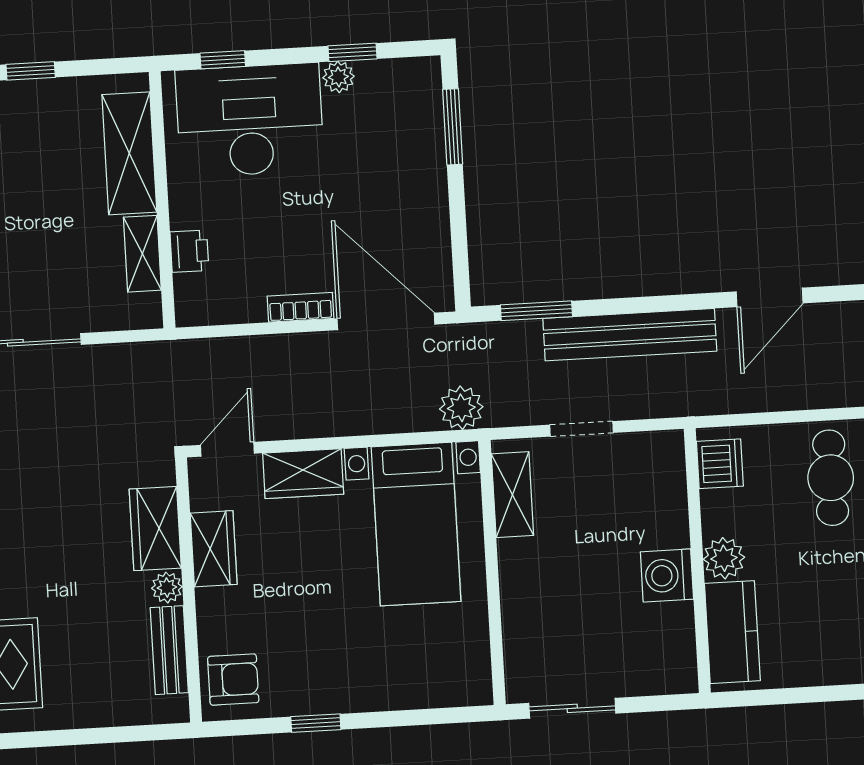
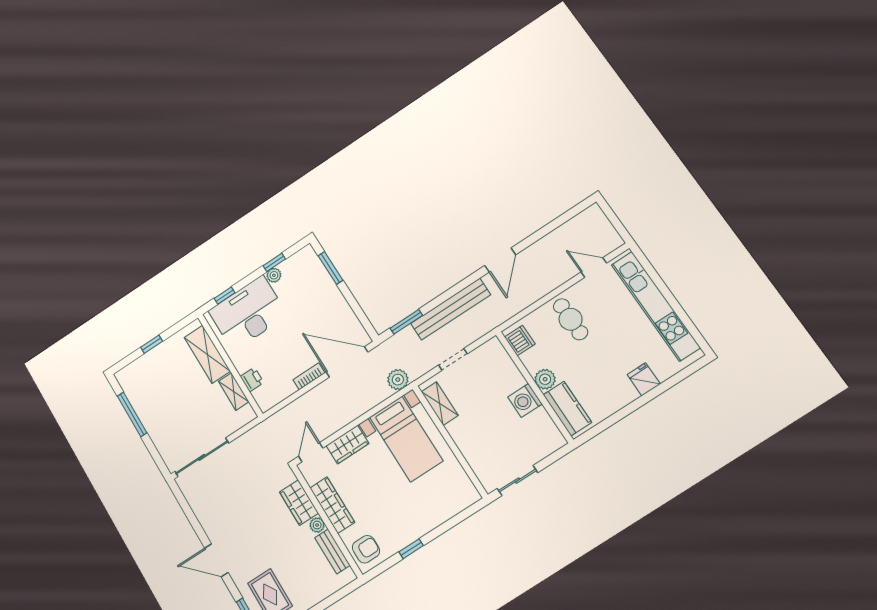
wardrobe: (214, 549) -> (332, 505), width x1.50

